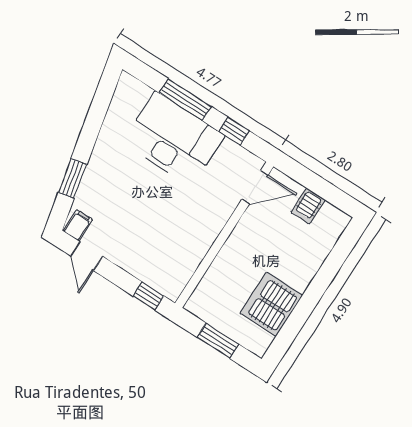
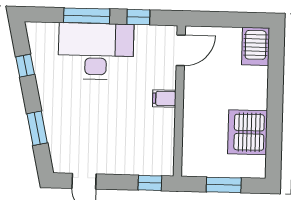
window: (97, 112) -> (25, 66), added
server rack: (308, 206) -> (256, 46), moved, width x1.36, depth x1.44
filing cabinet: (78, 225) -> (164, 98), moved, turned -90

